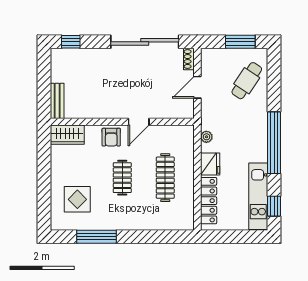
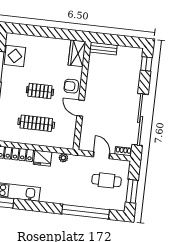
cafe table: (247, 81) -> (107, 180), moved, turned -34
window: (274, 143) -> (86, 212), moved
display table: (77, 199) -> (15, 56), moved

